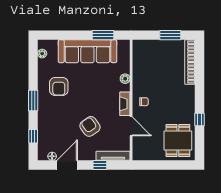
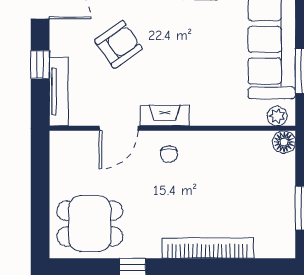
floor lamp: (138, 45) -> (284, 142), added
bookcase: (190, 62) -> (208, 248), moved
plant: (125, 79) -> (277, 116), moved

